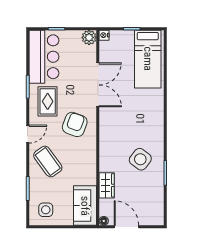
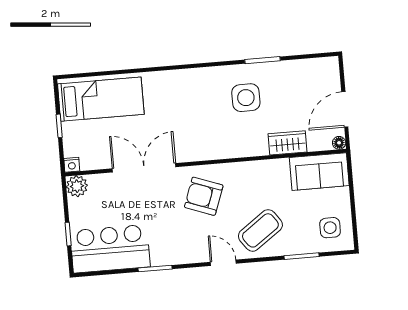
rug: (48, 101) -> (174, 238), removed
side table: (140, 159) -> (246, 98), turned -37

